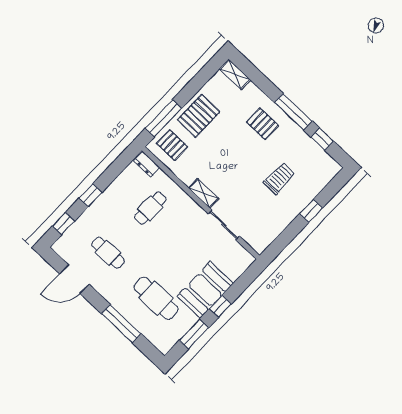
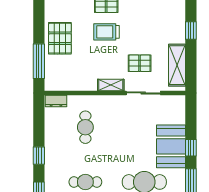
pallet: (172, 145) -> (140, 63), moved
trolley: (279, 178) -> (106, 32), moved, turned -90
shelving: (273, 228) -> (177, 65), added

